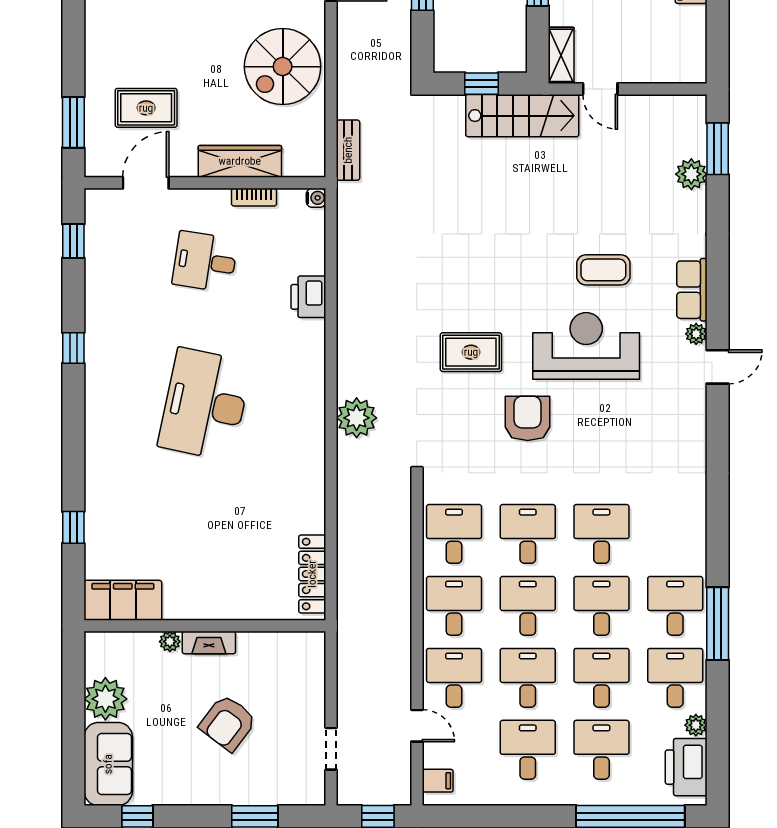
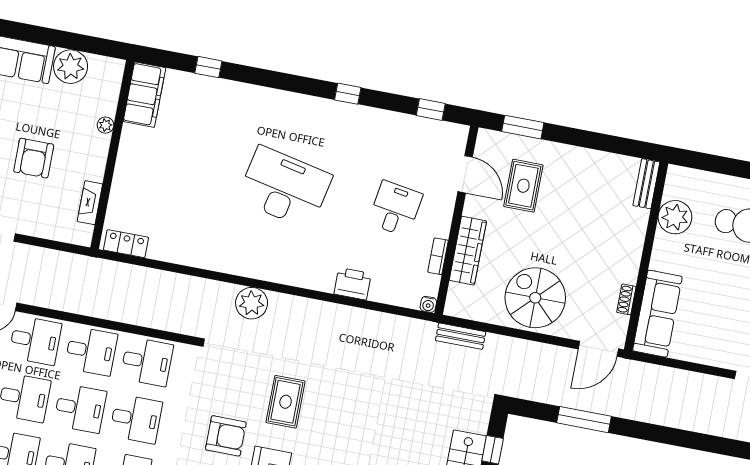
locker: (312, 574) -> (126, 244), width x0.66
fireplace: (209, 642) -> (90, 203), moved
armchair: (228, 723) -> (34, 158), turned -127

